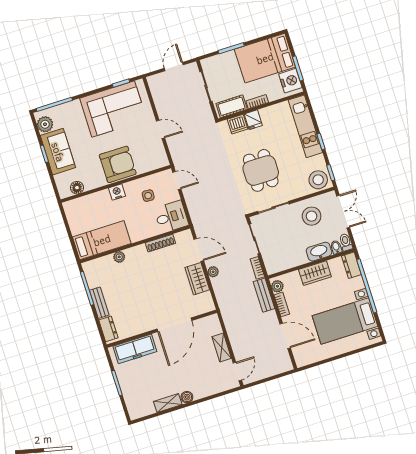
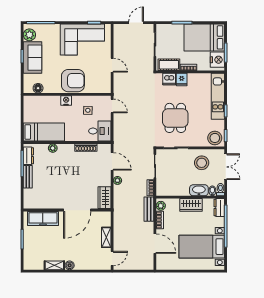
wardrobe: (197, 279) -> (104, 198), moved
dresser: (108, 329) -> (28, 156), moved

